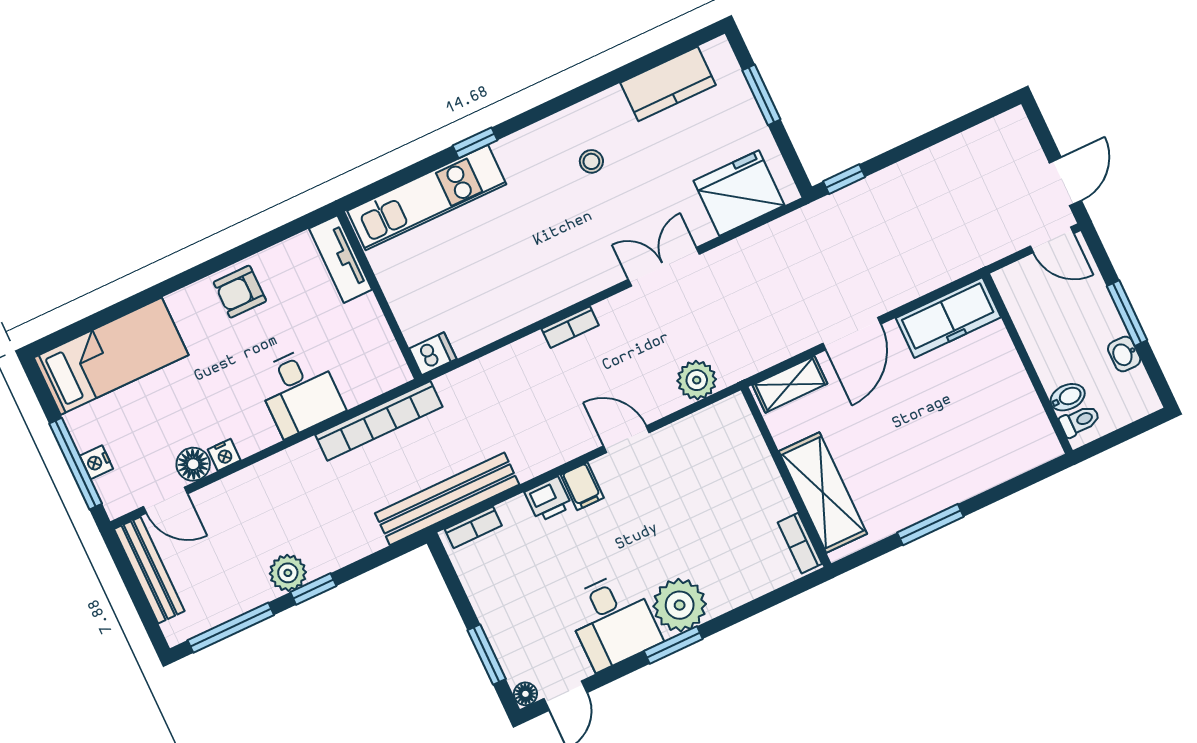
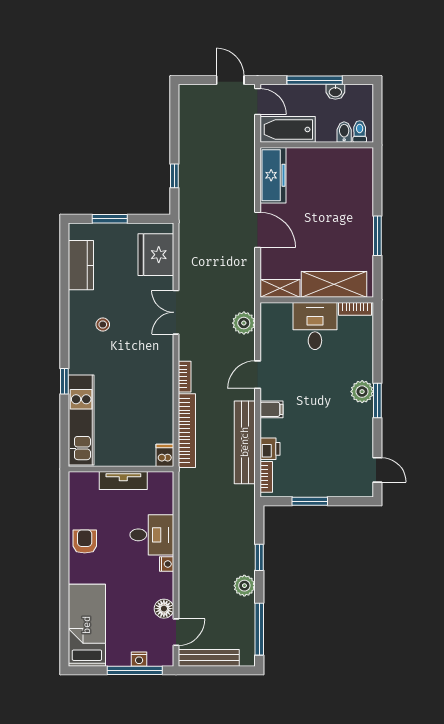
window: (844, 179) -> (174, 176), moved
door: (1052, 240) -> (258, 102), hinge flipped
tv unit: (341, 259) -> (123, 481), moved
armchair: (240, 292) -> (85, 542), turned 180
bathtub: (1030, 307) -> (288, 129), added
window: (1127, 313) -> (315, 80), width x1.44
shelving: (790, 384) -> (280, 288), moved, turned 90
bookcase: (379, 421) -> (187, 431), moved
nightstand: (224, 455) -> (167, 564), moved
bench: (447, 499) -> (245, 442), moved
printer: (548, 499) -> (270, 449), moved
window: (313, 589) -> (259, 557), moved
plant: (680, 605) -> (362, 392), width x0.73, depth x0.73
desk: (613, 621) -> (315, 326), moved, turned -90
window: (487, 655) -> (310, 501), moved
floor lamp: (525, 694) -> (367, 490), removed

